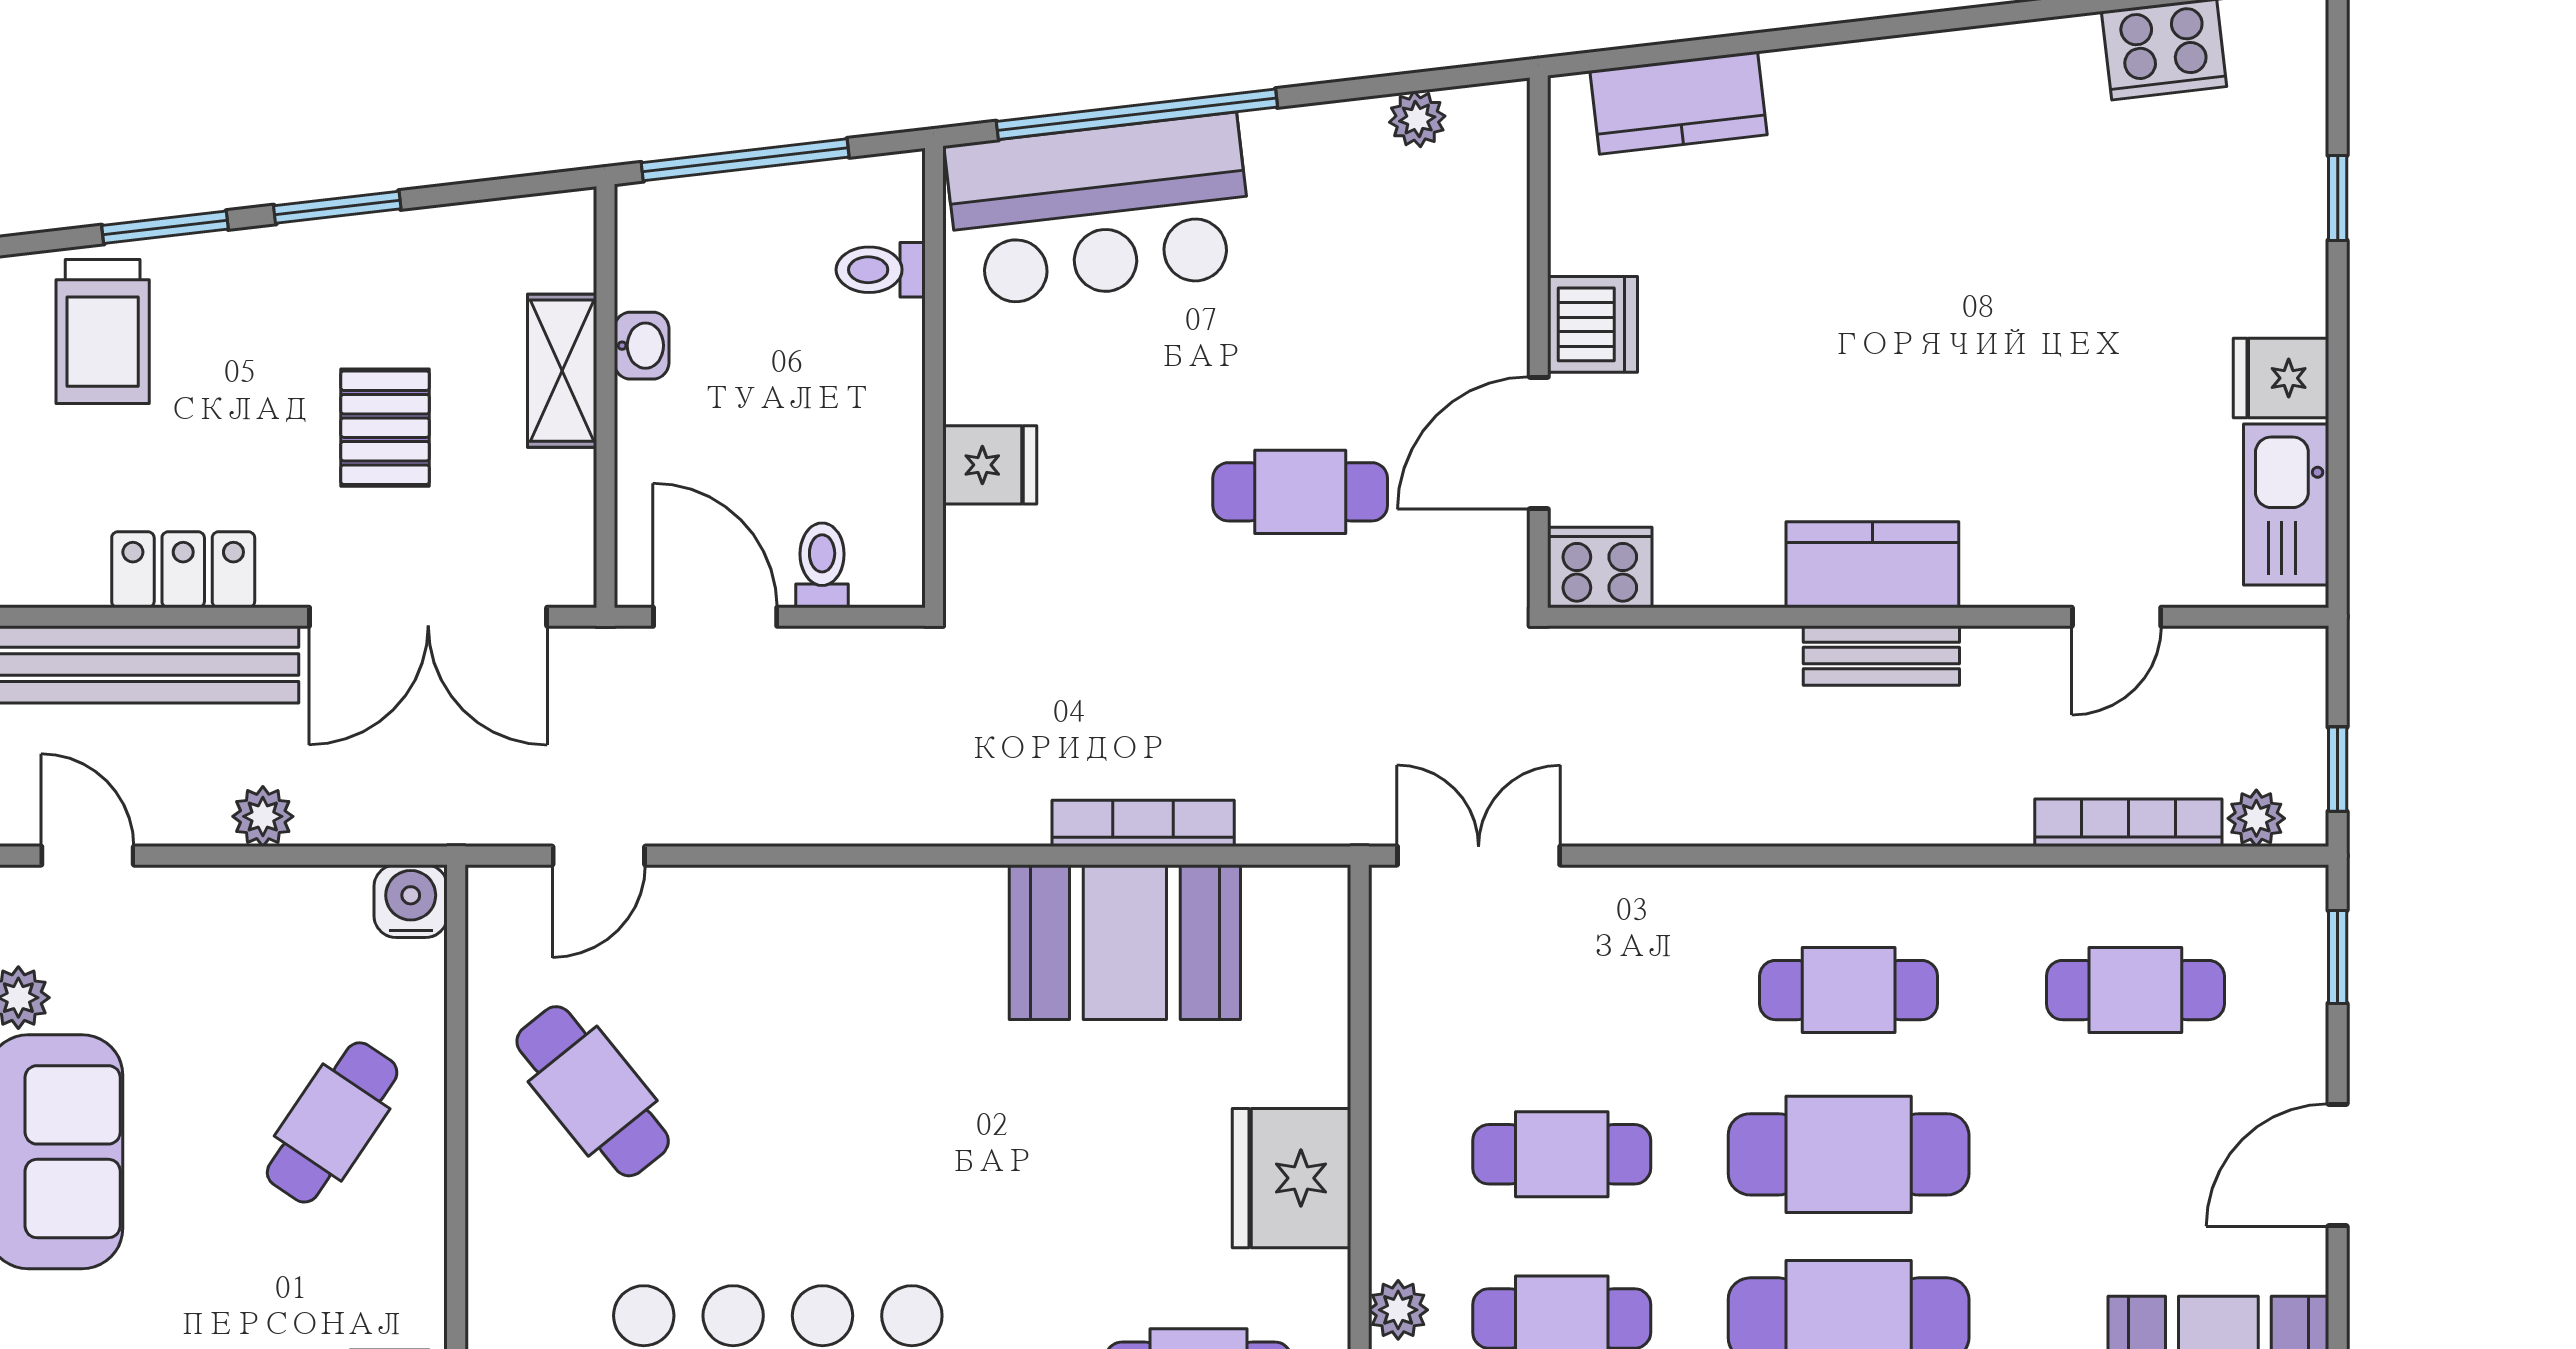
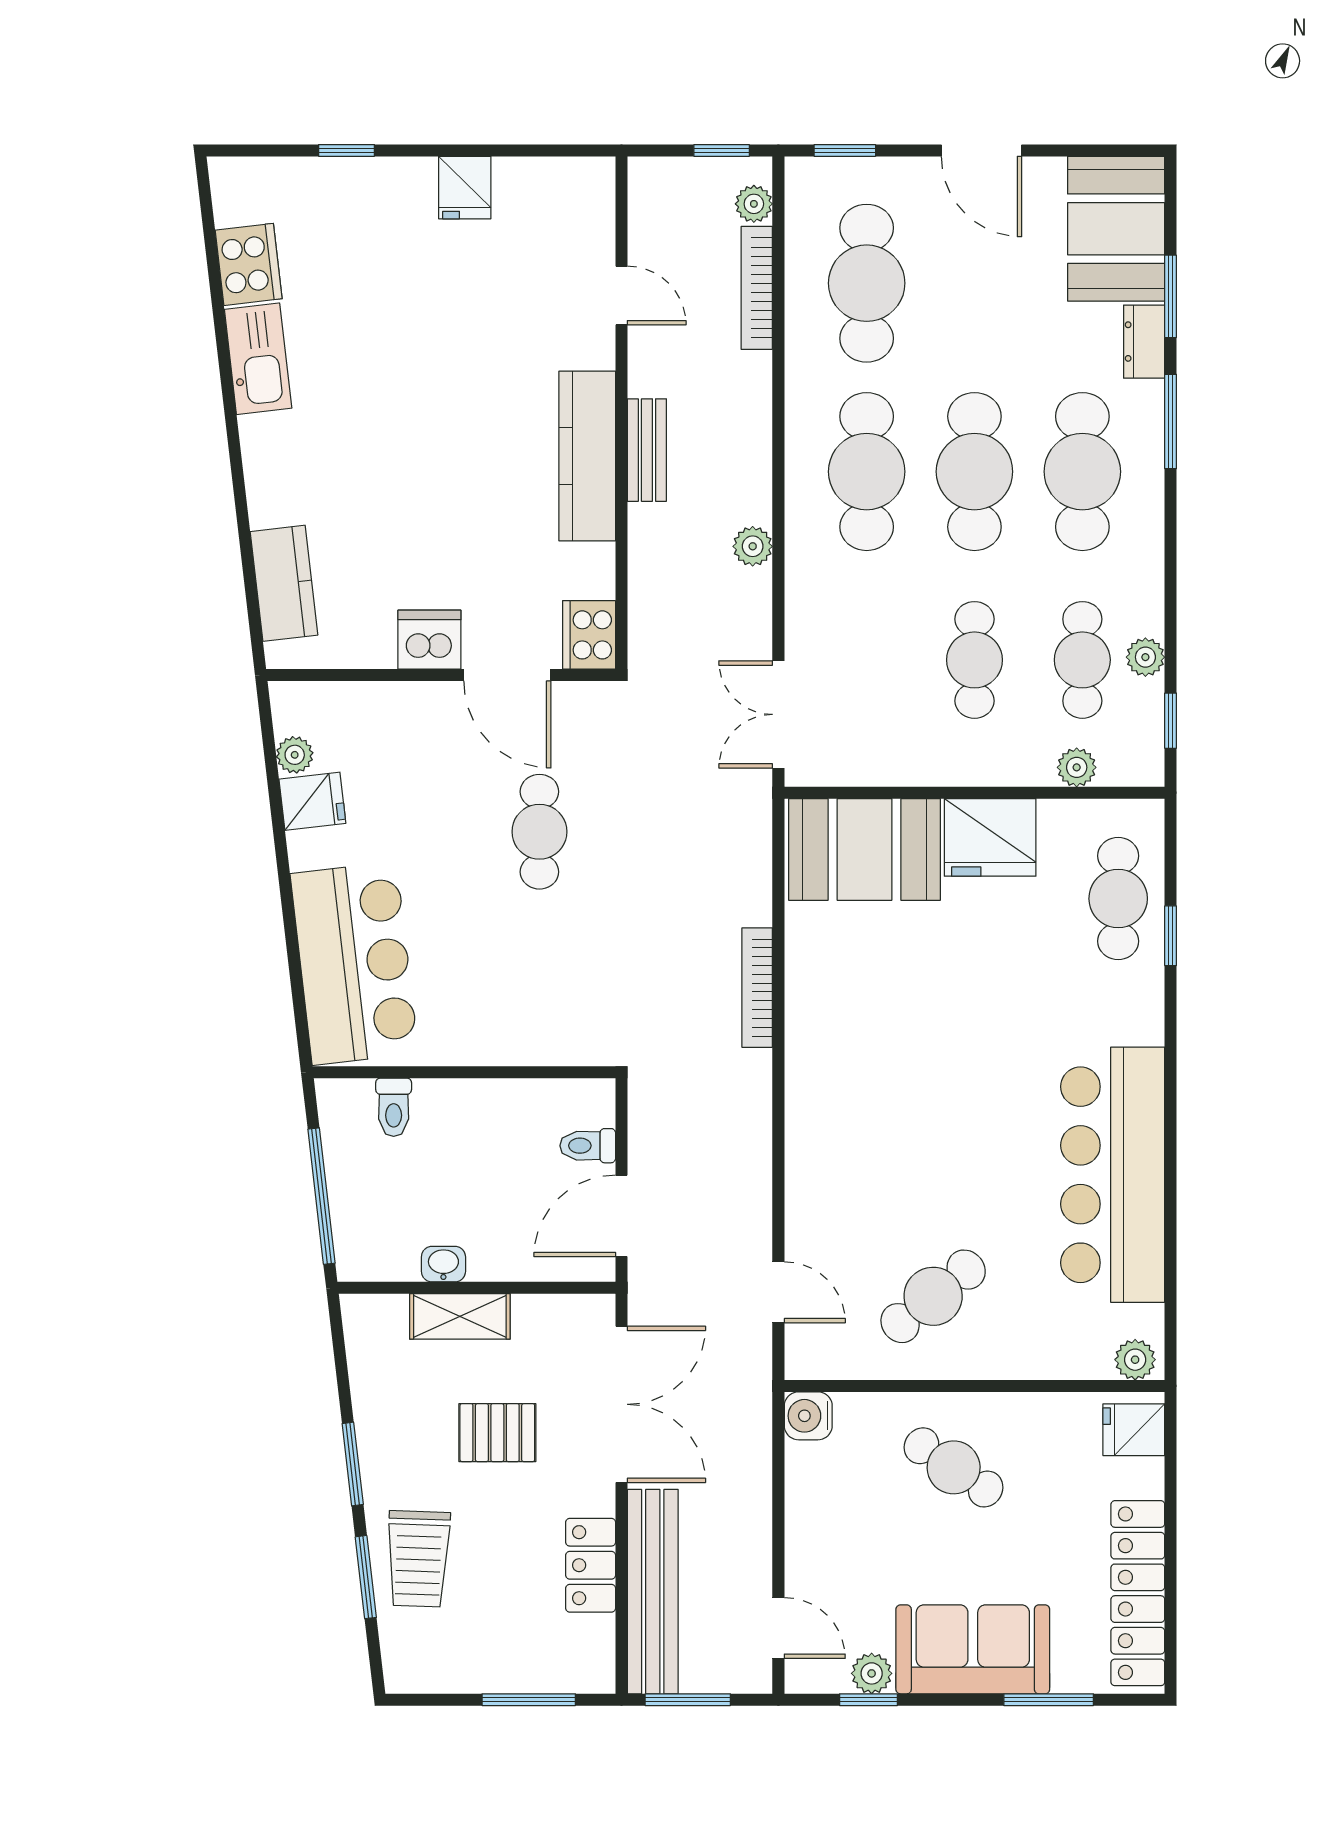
window: (1137, 114) -> (292, 939), removed
trolley: (103, 332) -> (418, 1559), moved, turned 92
fridge: (990, 465) -> (312, 801), moved, turned 83
kitchen sink: (2286, 504) -> (258, 359), moved, turned -97
kitchen counter: (1872, 565) -> (587, 456), width x1.50
plant: (263, 816) -> (753, 546), moved
bookcase: (1143, 823) -> (757, 988), moved
door: (88, 856) -> (778, 1628), swing flipped
booth: (1125, 942) -> (865, 849), moved, turned 90
cafe table: (1849, 990) -> (867, 472), width x1.37, depth x1.35
cafe table: (2135, 990) -> (867, 283), width x1.37, depth x1.35

